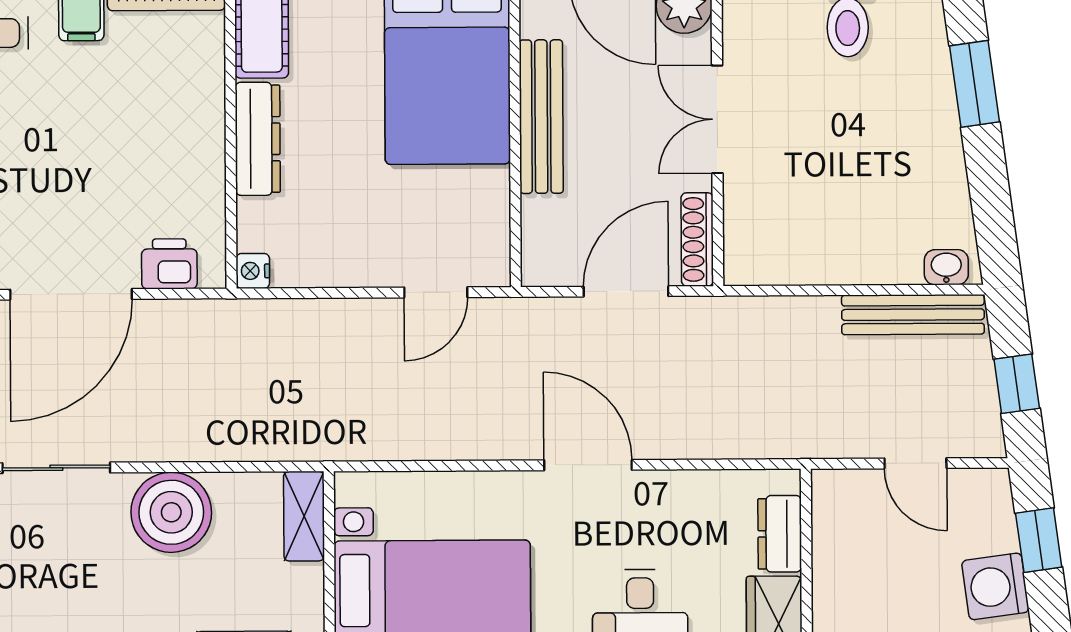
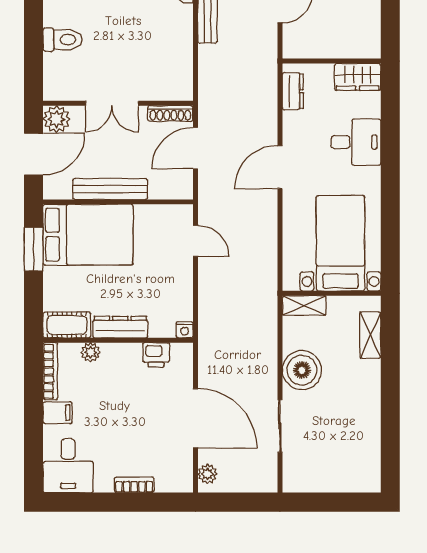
plant: (206, 78) -> (91, 352), added
printer: (169, 264) -> (156, 355), moved, turned -90
door: (626, 291) -> (195, 148), hinge flipped
dresser: (780, 534) -> (293, 91), moved, turned -90

